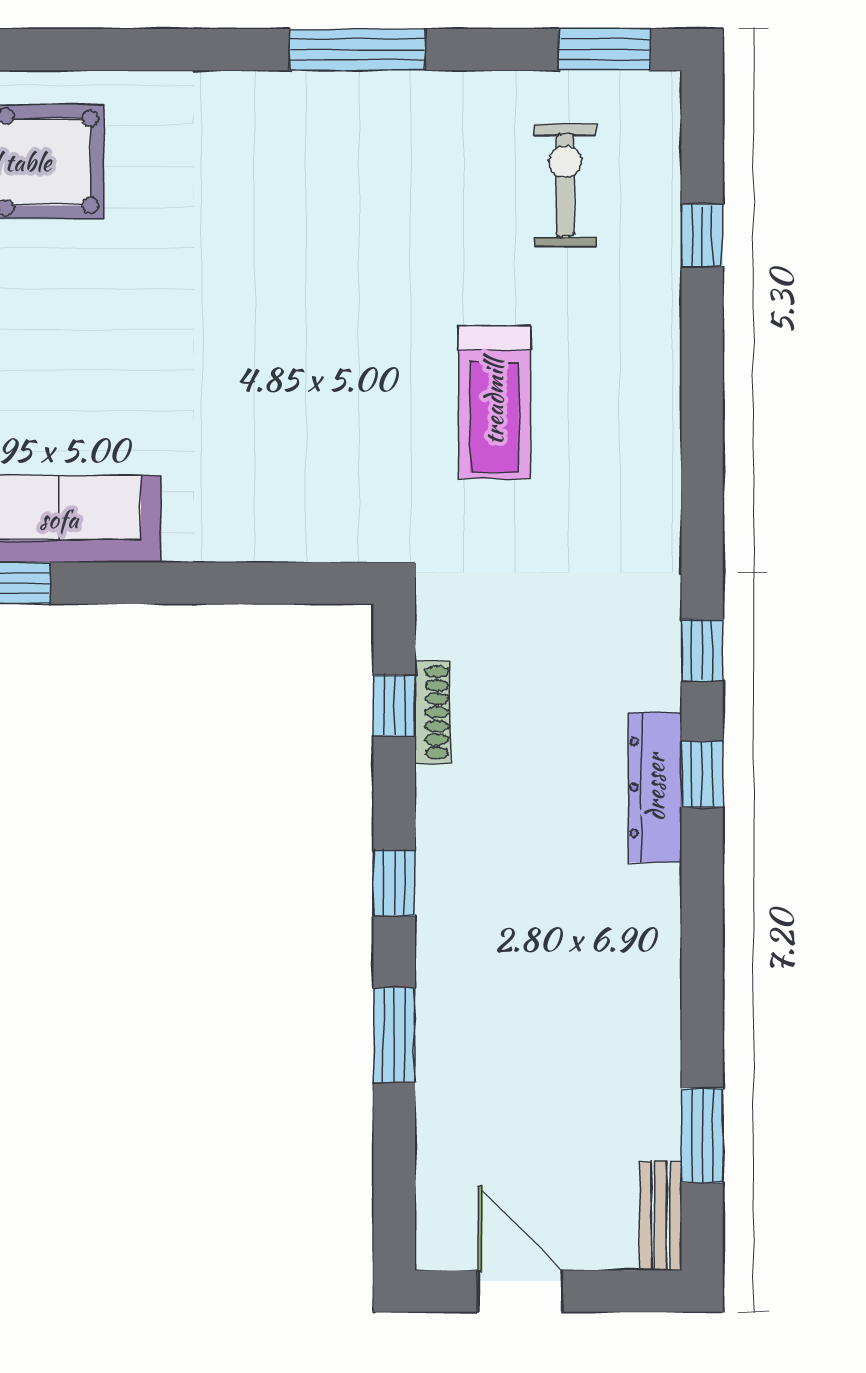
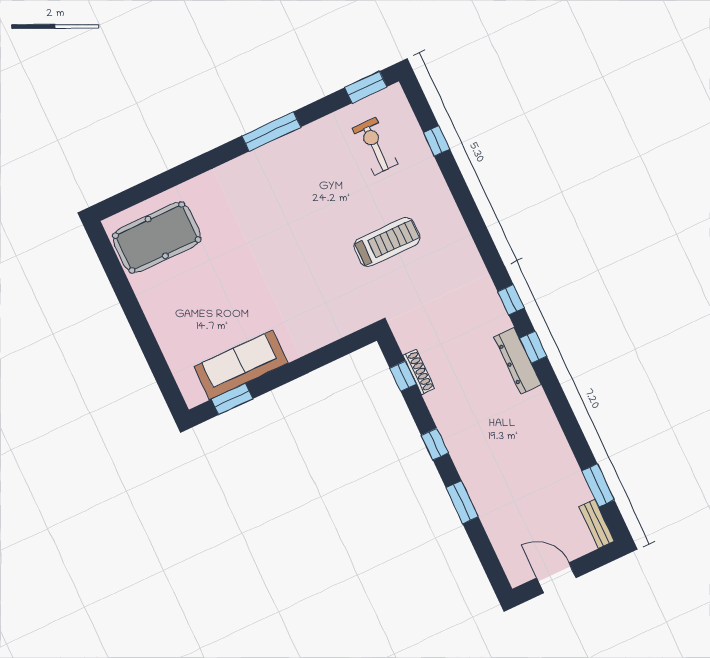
treadmill: (494, 402) -> (387, 242), turned -90

